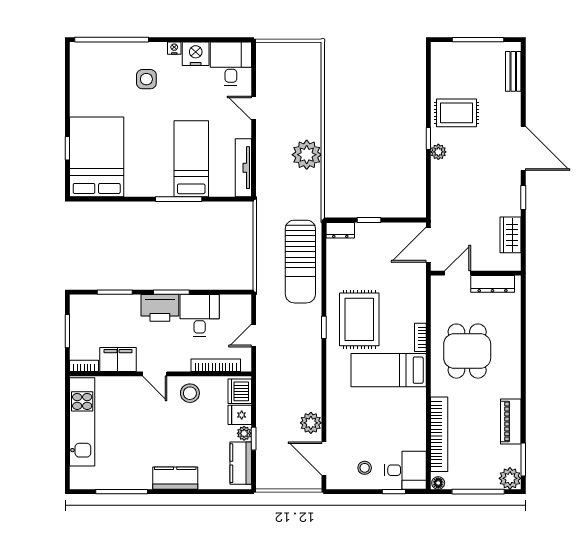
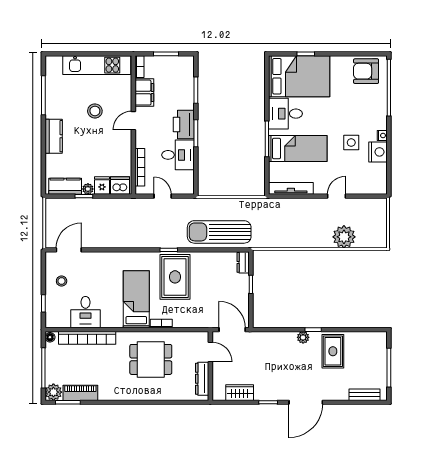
desk: (231, 64) -> (285, 114), moved, turned 180
armchair: (90, 69) -> (366, 71), added
side table: (146, 79) -> (351, 143), moved
plant: (307, 155) -> (344, 237), moved
rug: (359, 319) -> (175, 277), turned 90
stool: (190, 393) -> (95, 111), moved
piano: (511, 421) -> (80, 393), moved
plant: (311, 423) -> (96, 240), removed
desk: (405, 470) -> (85, 312), moved

